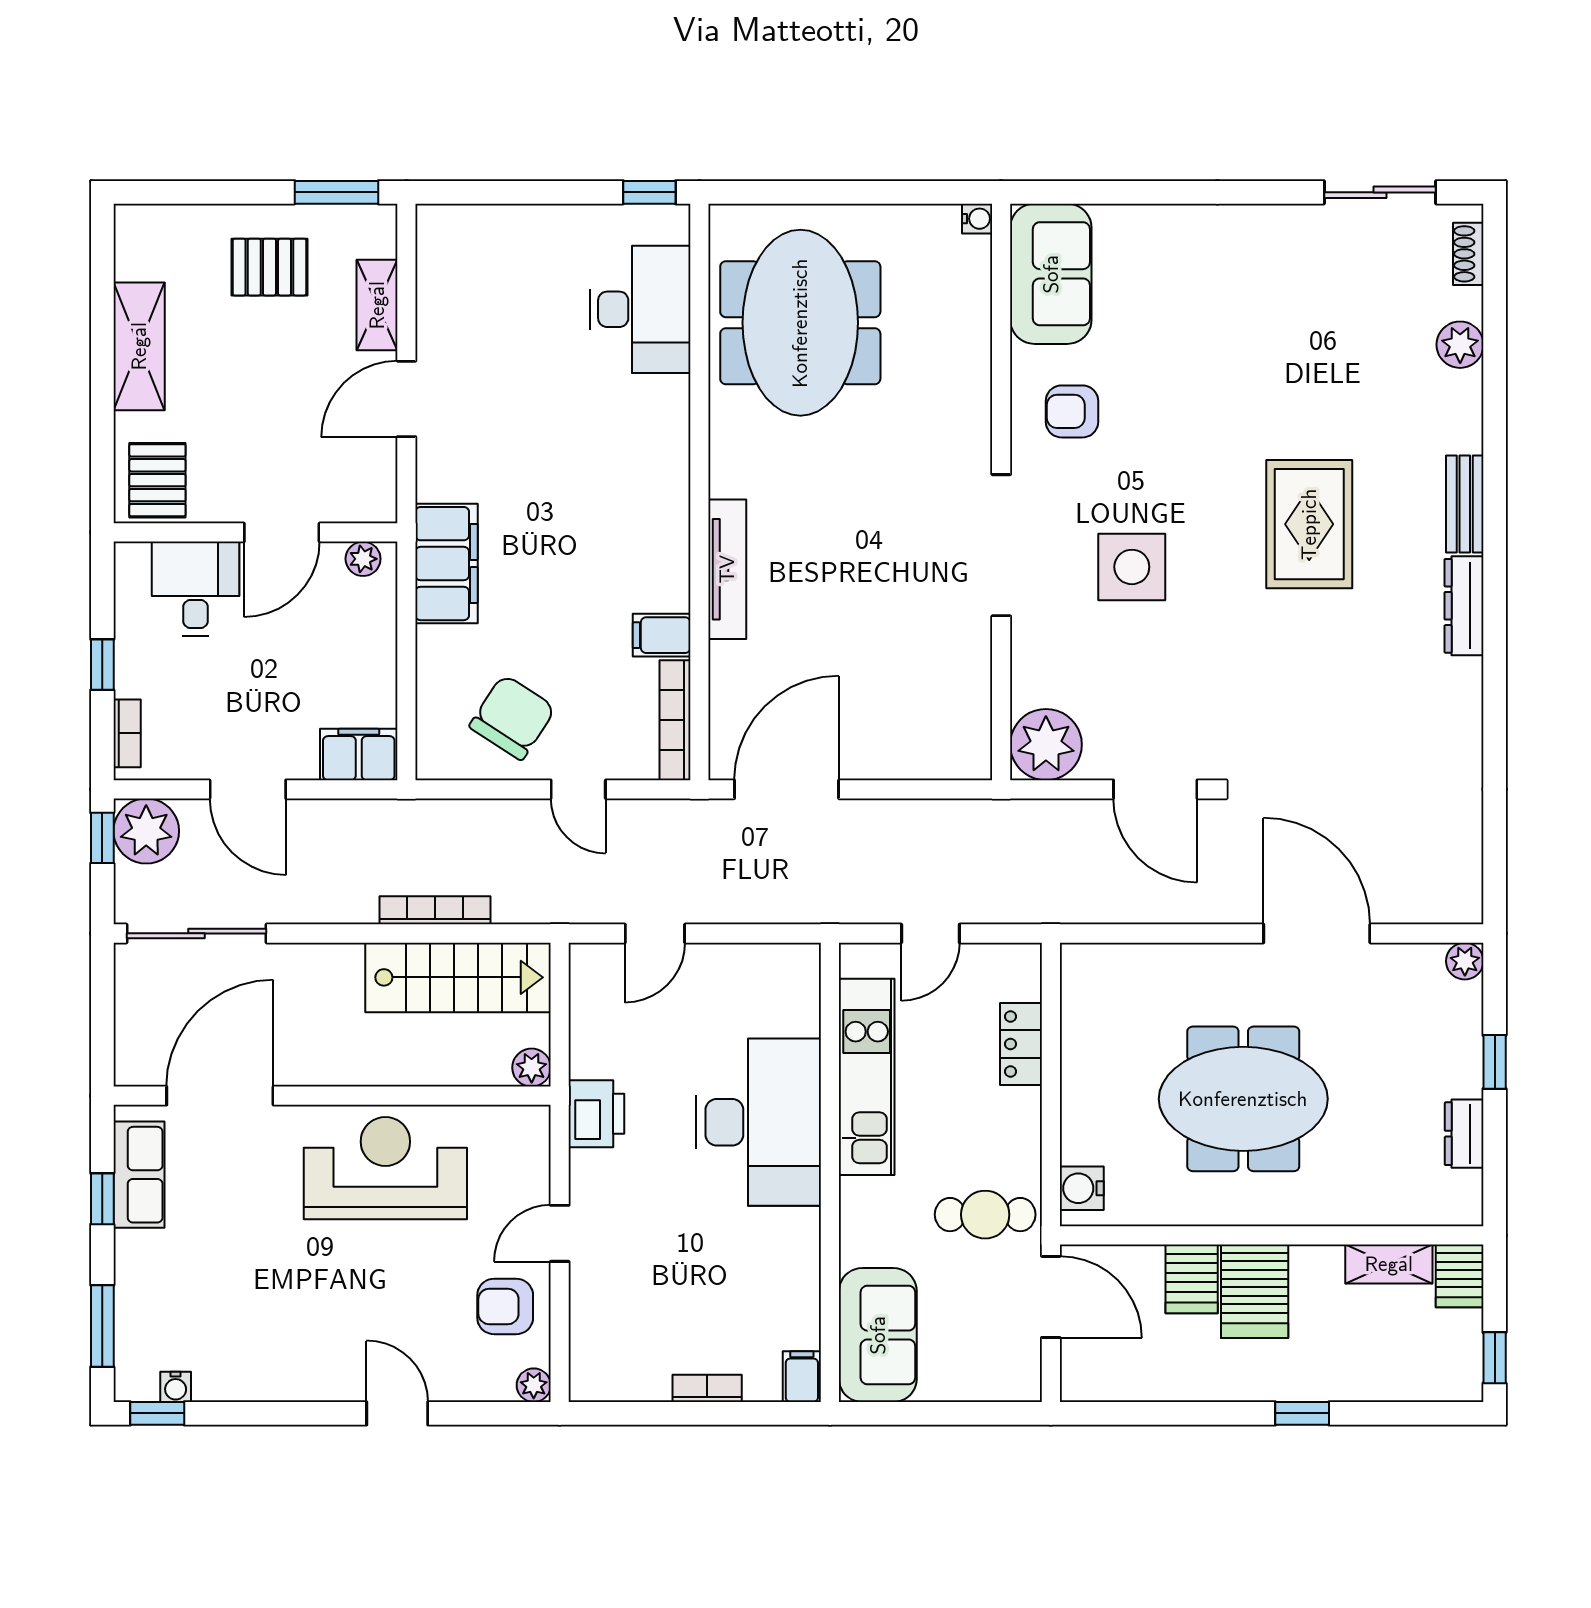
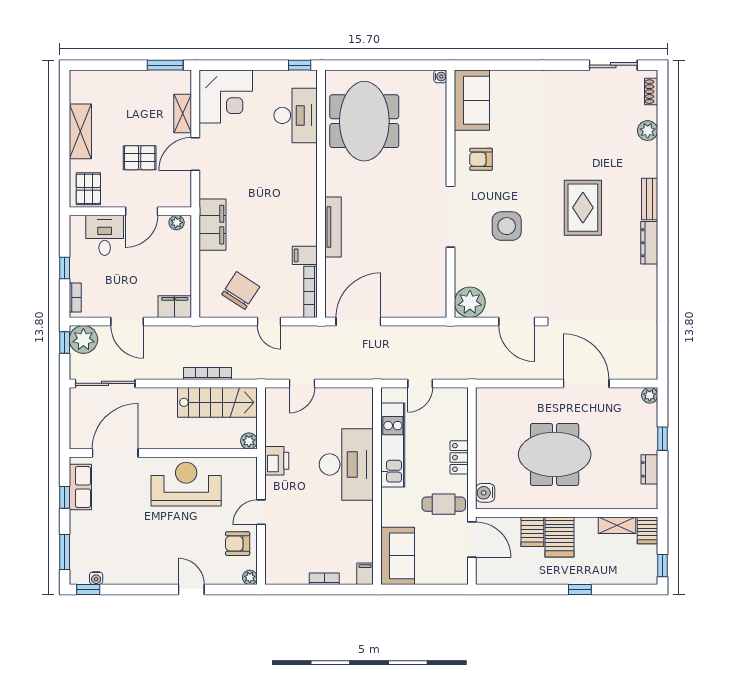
corner desk: (477, 266) -> (226, 97), added
pallet: (269, 267) -> (140, 158), moved
locker: (1021, 1044) -> (459, 457), moved

